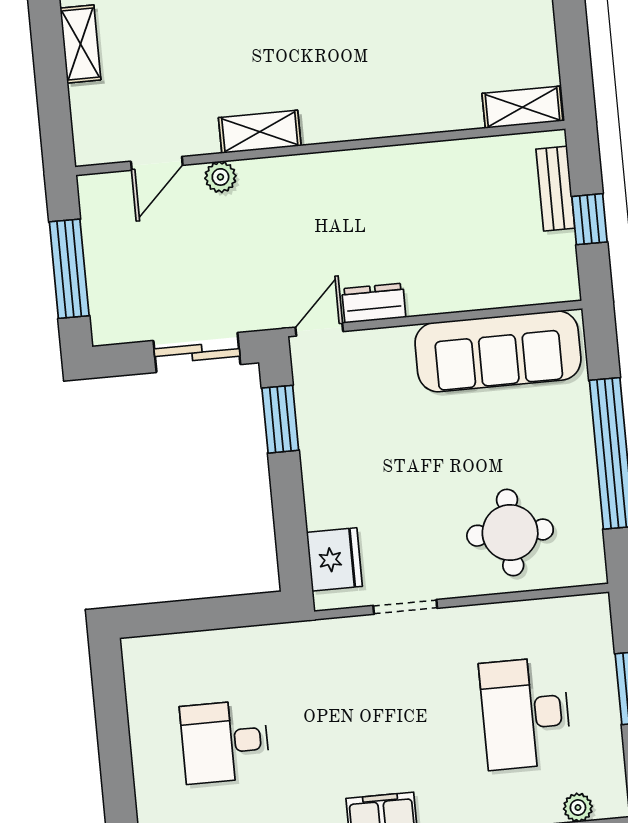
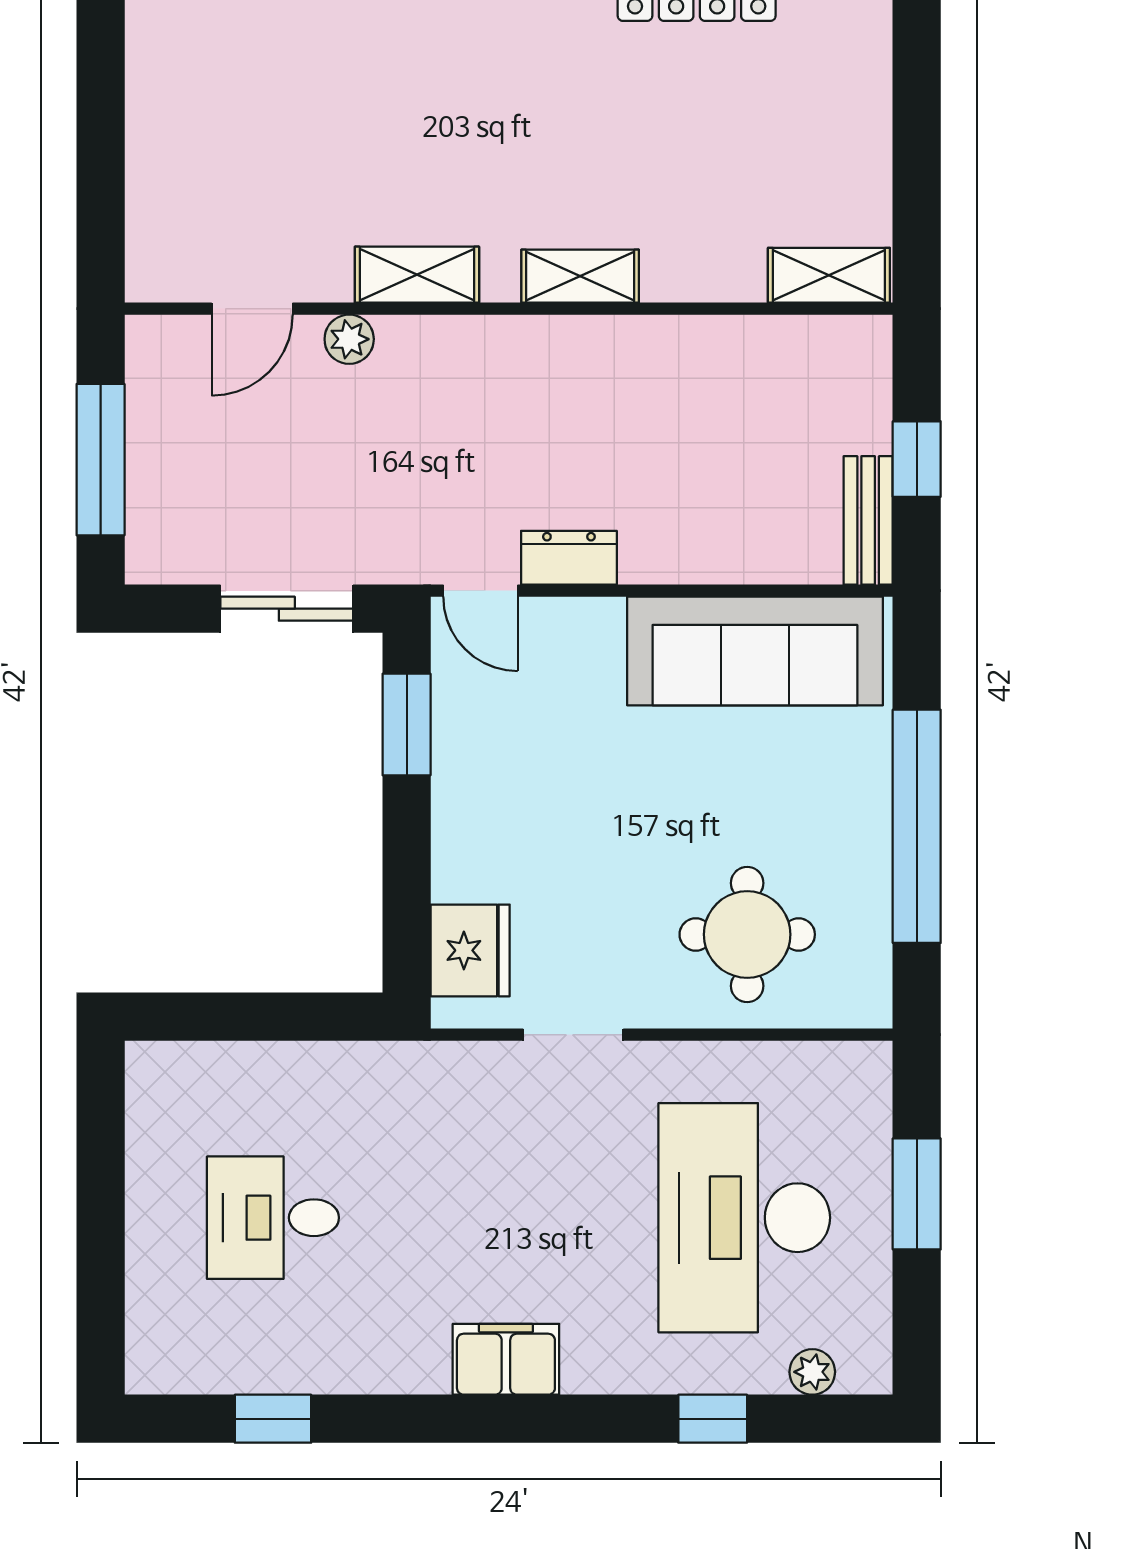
shelving: (80, 44) -> (580, 276), moved, turned 90
bench: (555, 189) -> (868, 520), moved
door: (319, 329) -> (480, 591), swing flipped
desk: (525, 713) -> (744, 1218), width x1.36, depth x1.30

